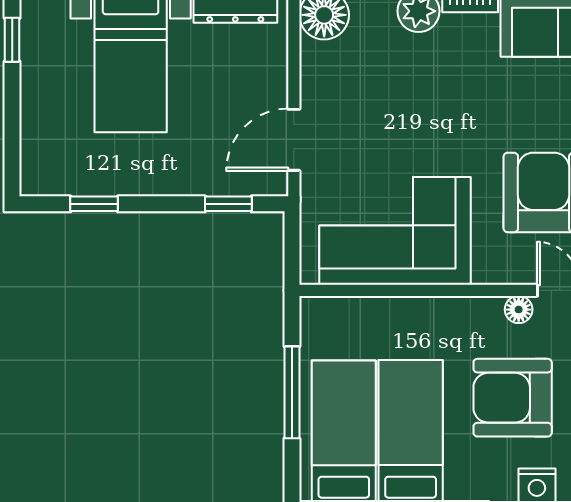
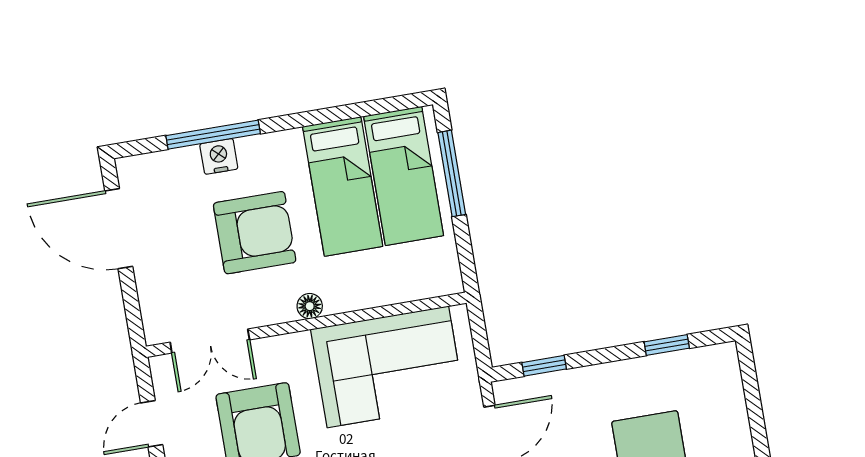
floor lamp: (519, 310) -> (310, 306), moved
window: (292, 392) -> (452, 173), moved

